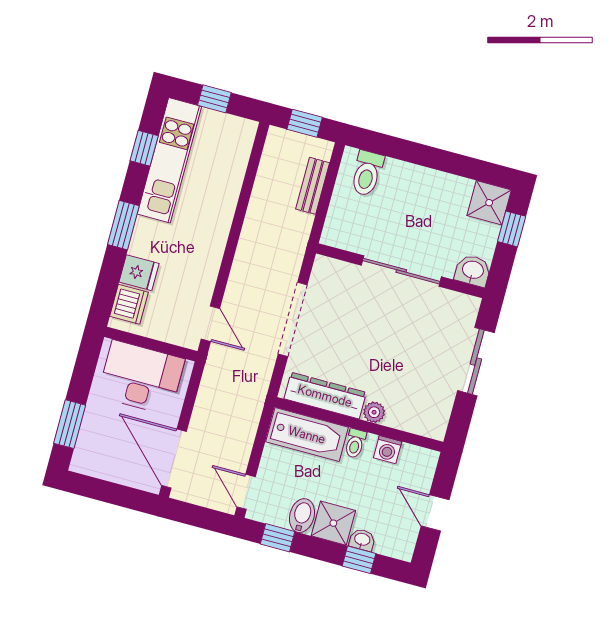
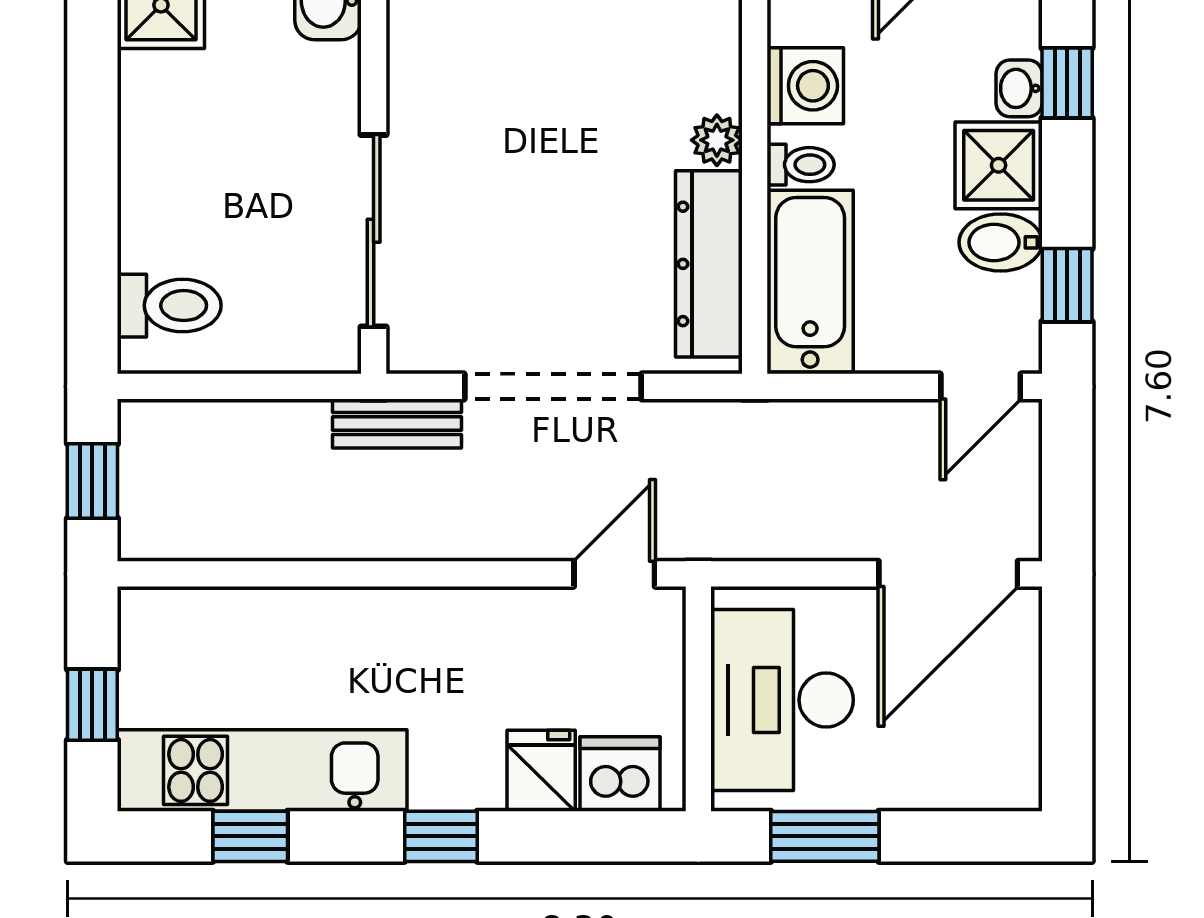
bench: (313, 186) -> (397, 423), moved
window: (123, 225) -> (441, 836), width x0.67
sliding door: (401, 271) -> (374, 231), moved
window: (70, 424) -> (825, 836), moved
washing machine: (388, 450) -> (805, 86), width x1.38, depth x1.38

